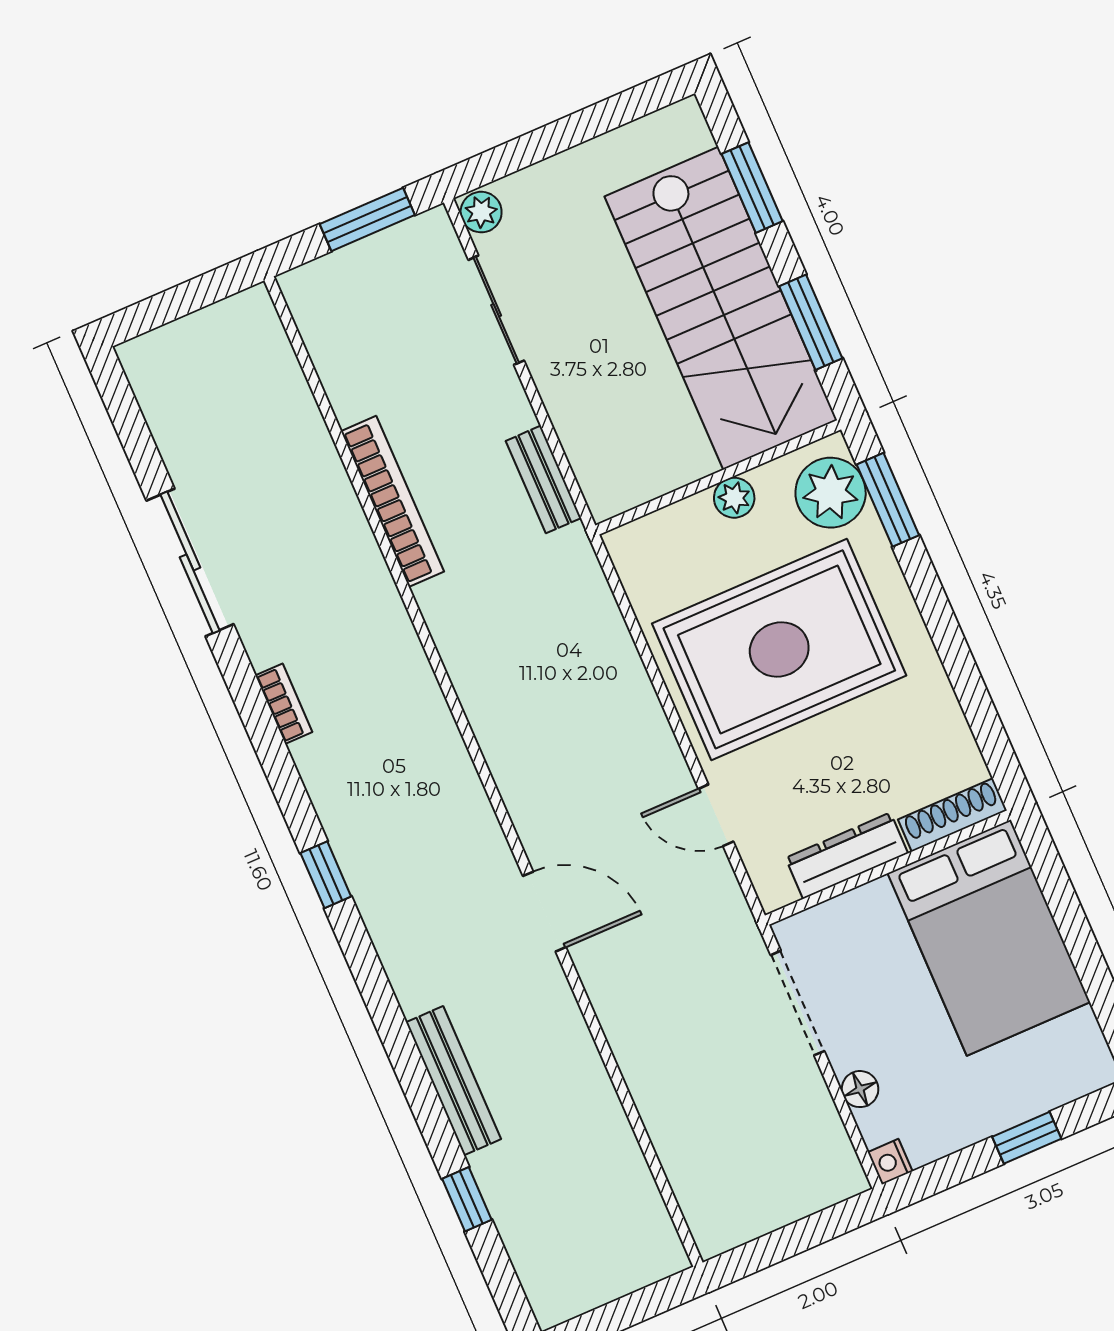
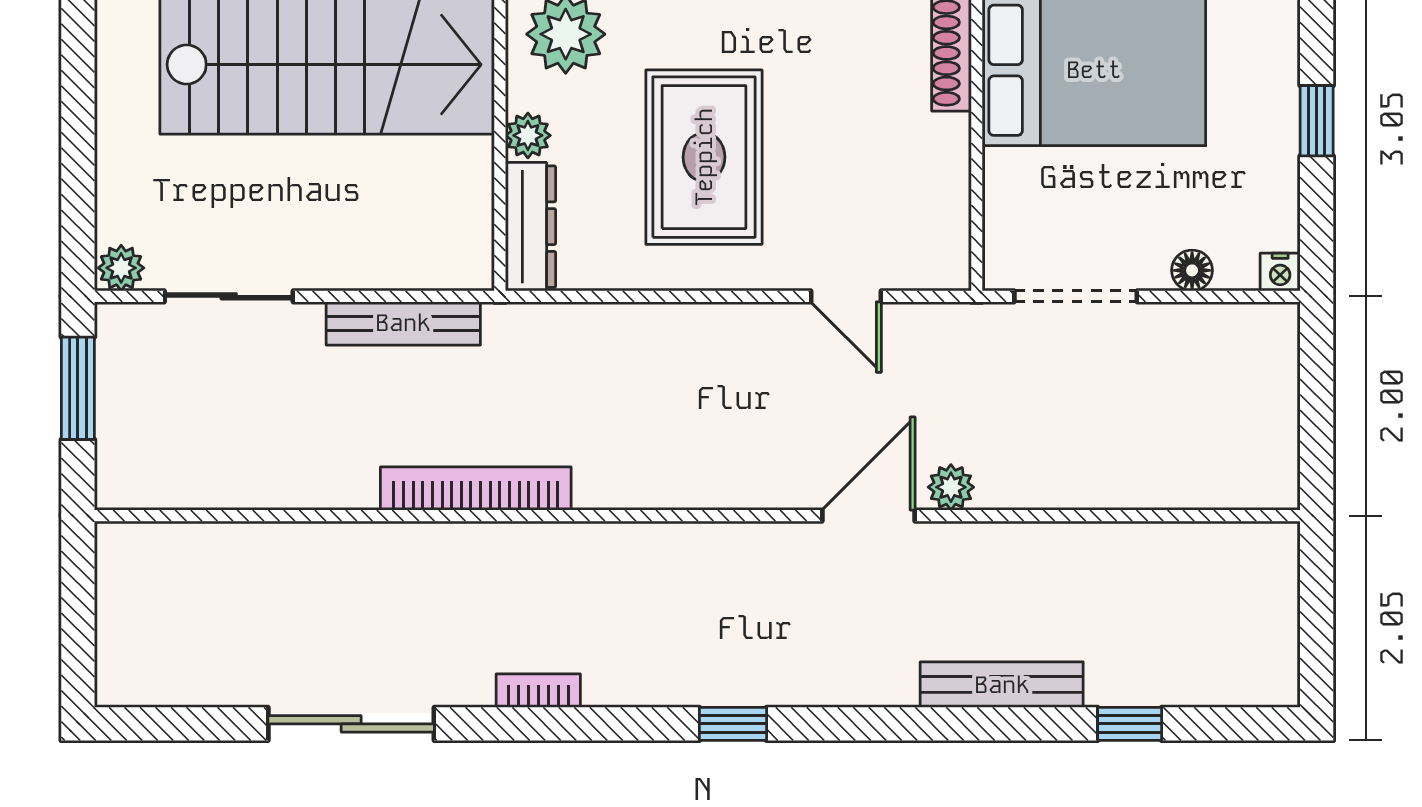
bench: (543, 479) -> (403, 323), width x1.36
bookcase: (392, 501) -> (476, 488), moved
rug: (779, 649) -> (704, 157), width x0.73, depth x0.69
door: (716, 815) -> (846, 296), hinge flipped
dresser: (847, 856) -> (530, 227), moved, turned 180
plant: (597, 969) -> (951, 487), added

